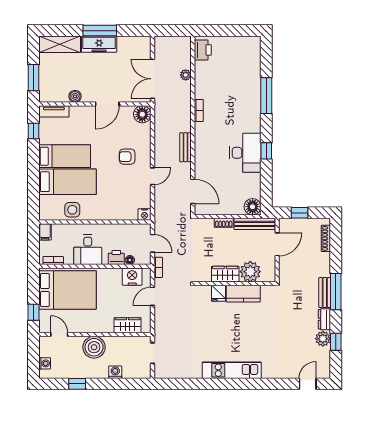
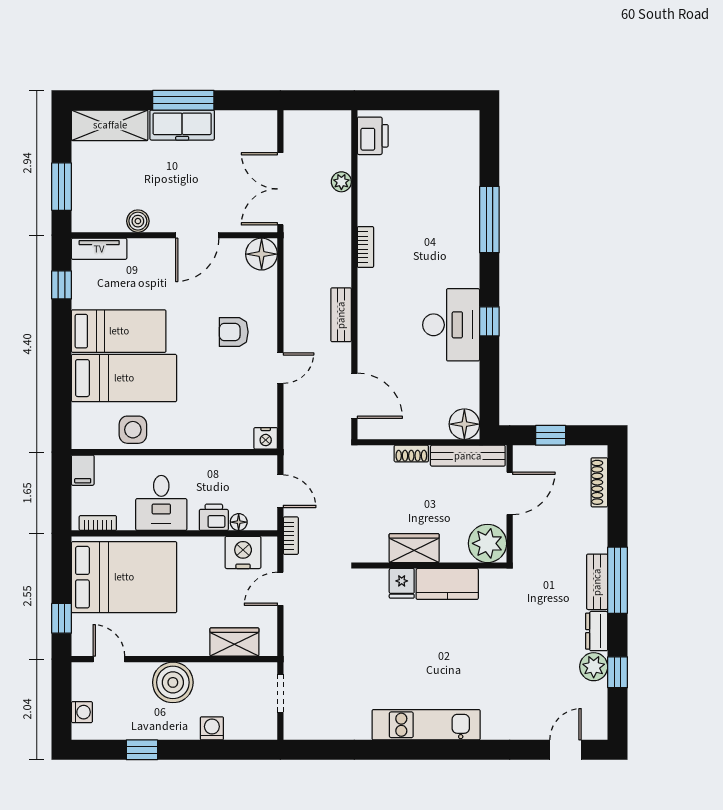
plant: (250, 272) -> (488, 543), moved

